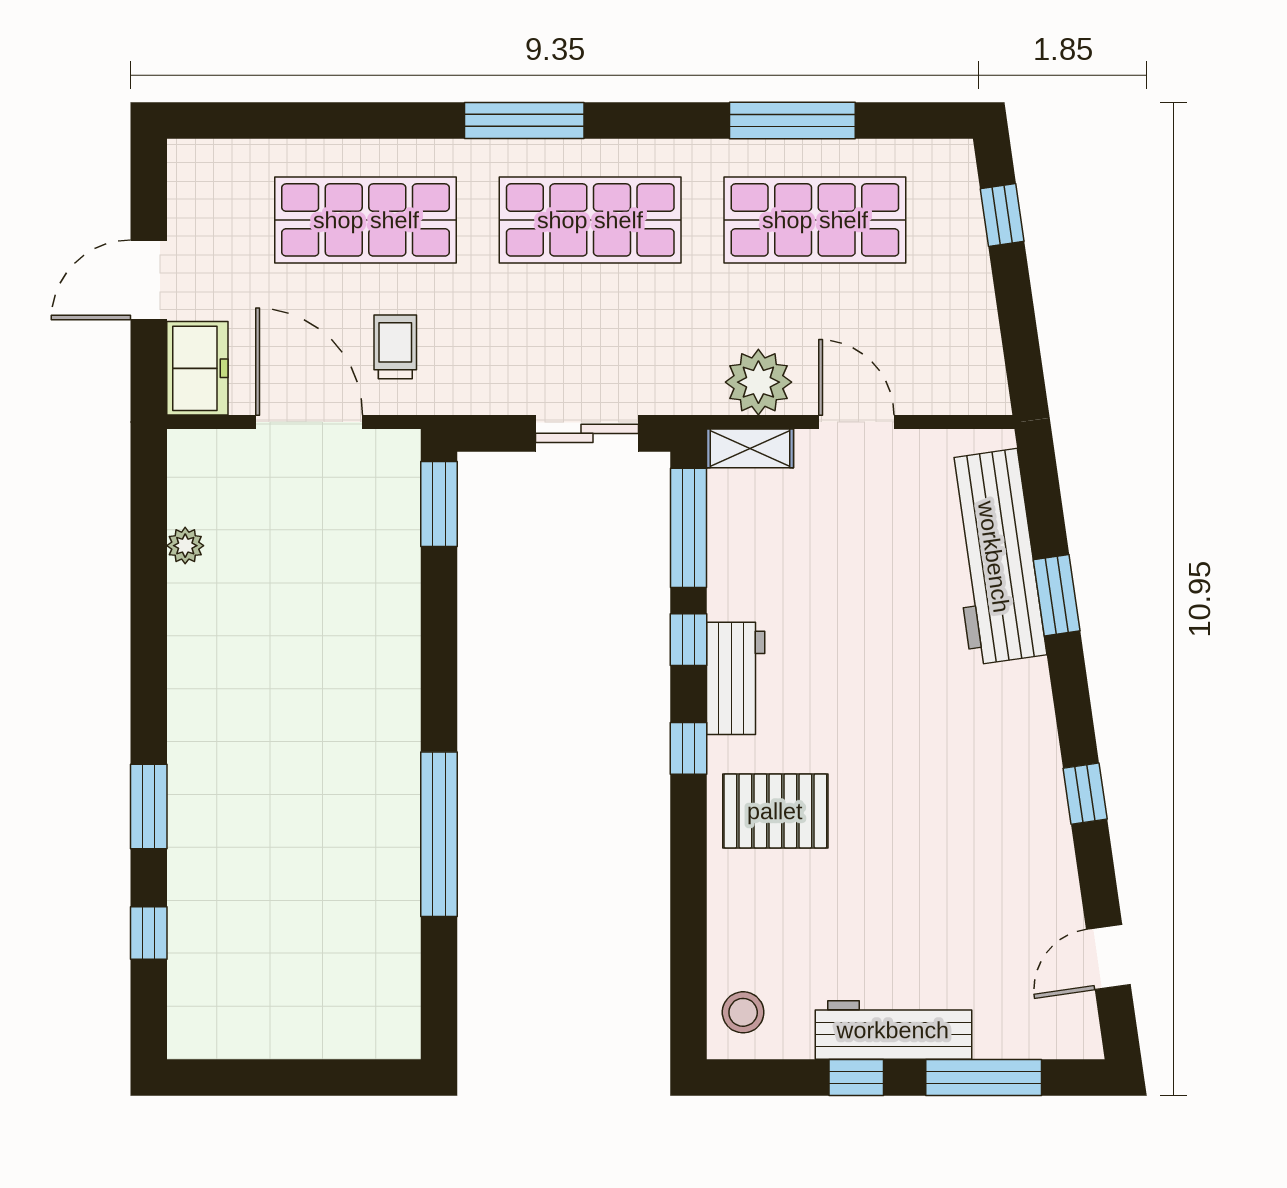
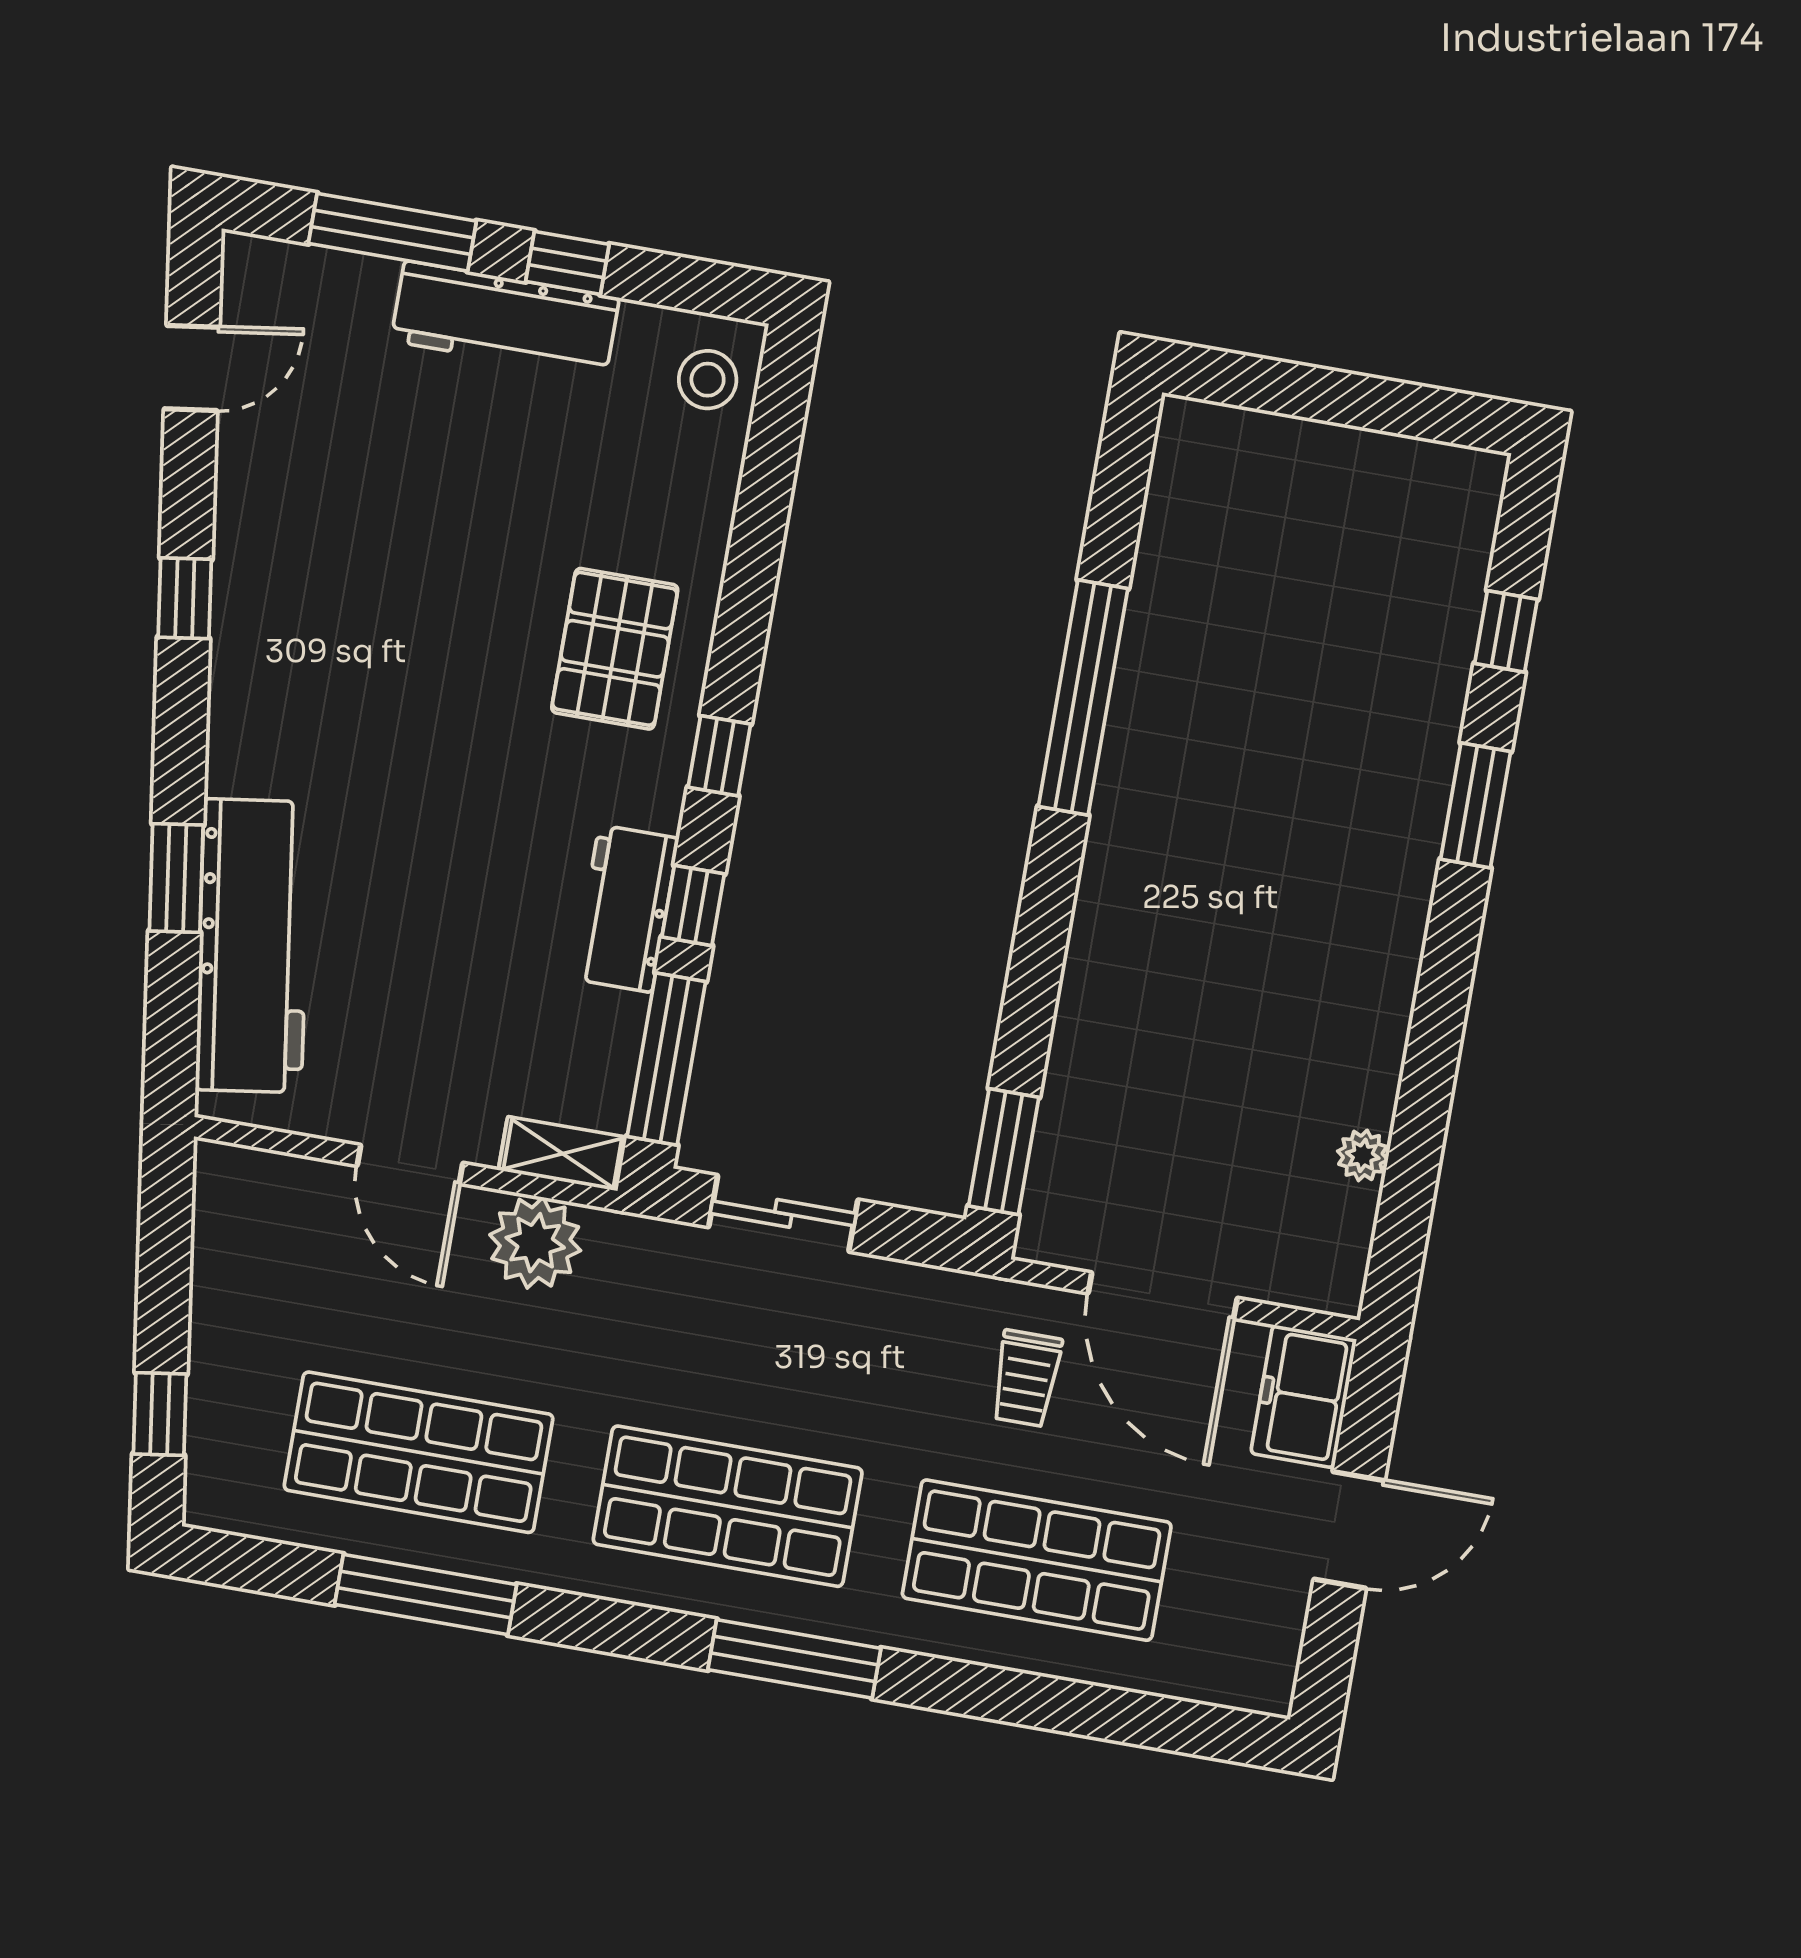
workbench: (736, 678) -> (626, 909), moved
pallet: (775, 811) -> (615, 649), turned 90

